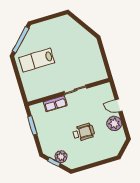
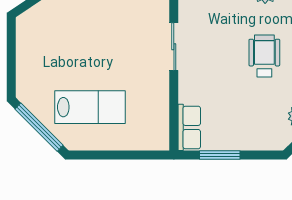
lab bench: (37, 60) -> (90, 107), turned -90
row of seats: (55, 104) -> (189, 127), moved

